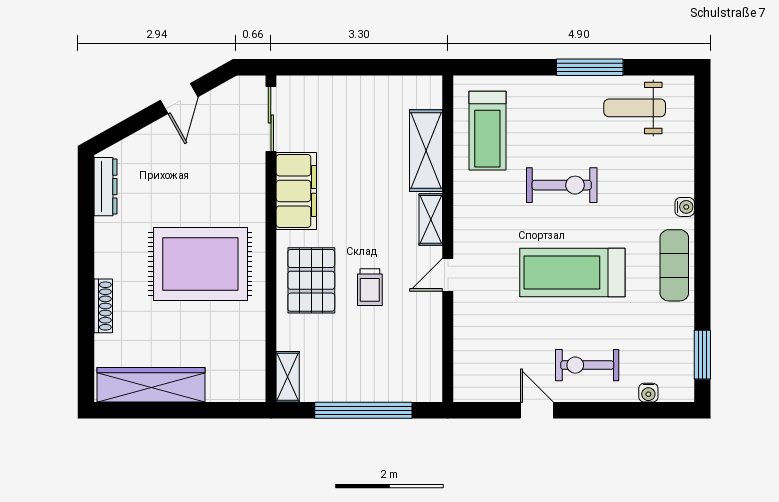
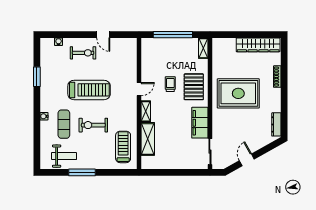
exercise mat: (674, 265) -> (64, 124), moved
window: (702, 355) -> (37, 77), moved

